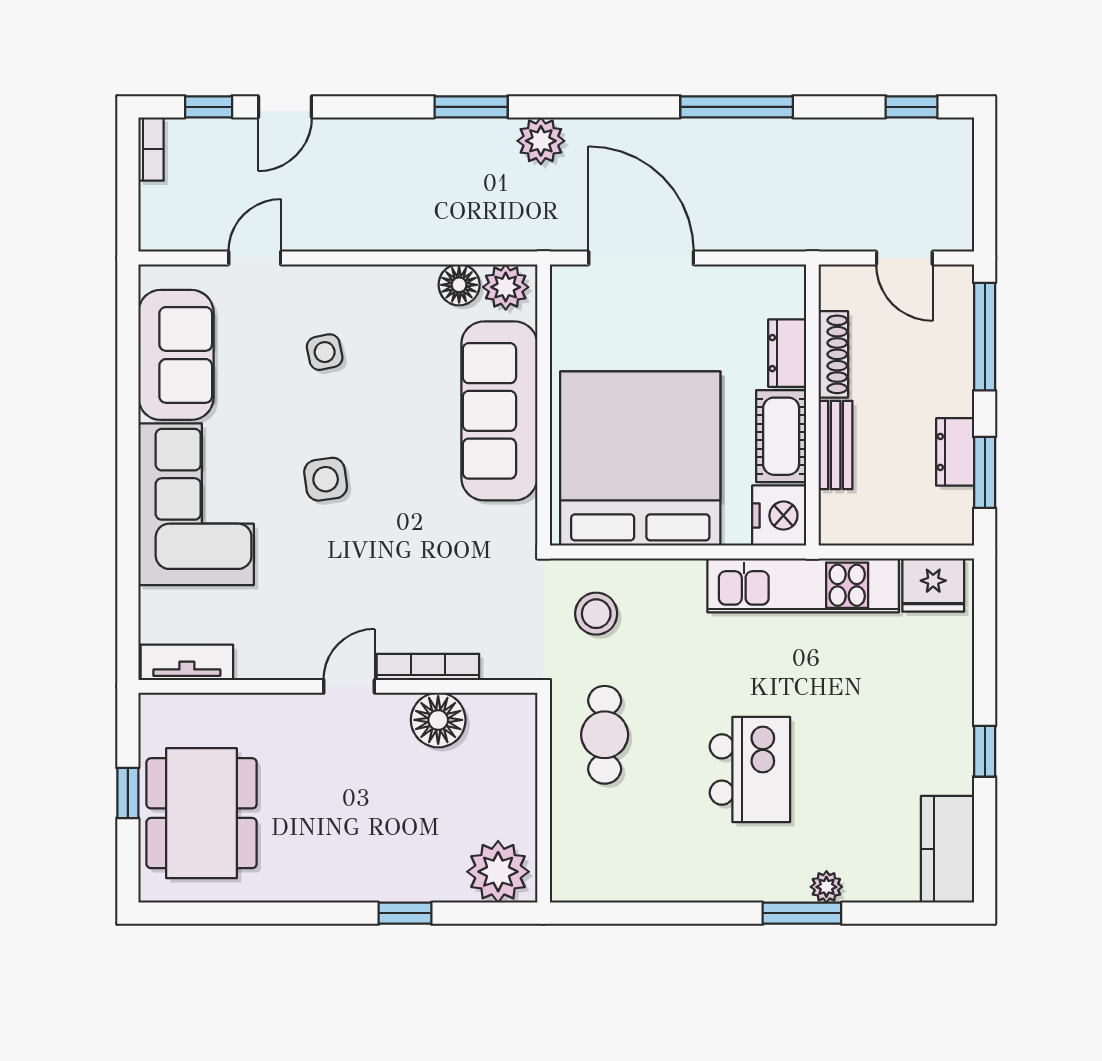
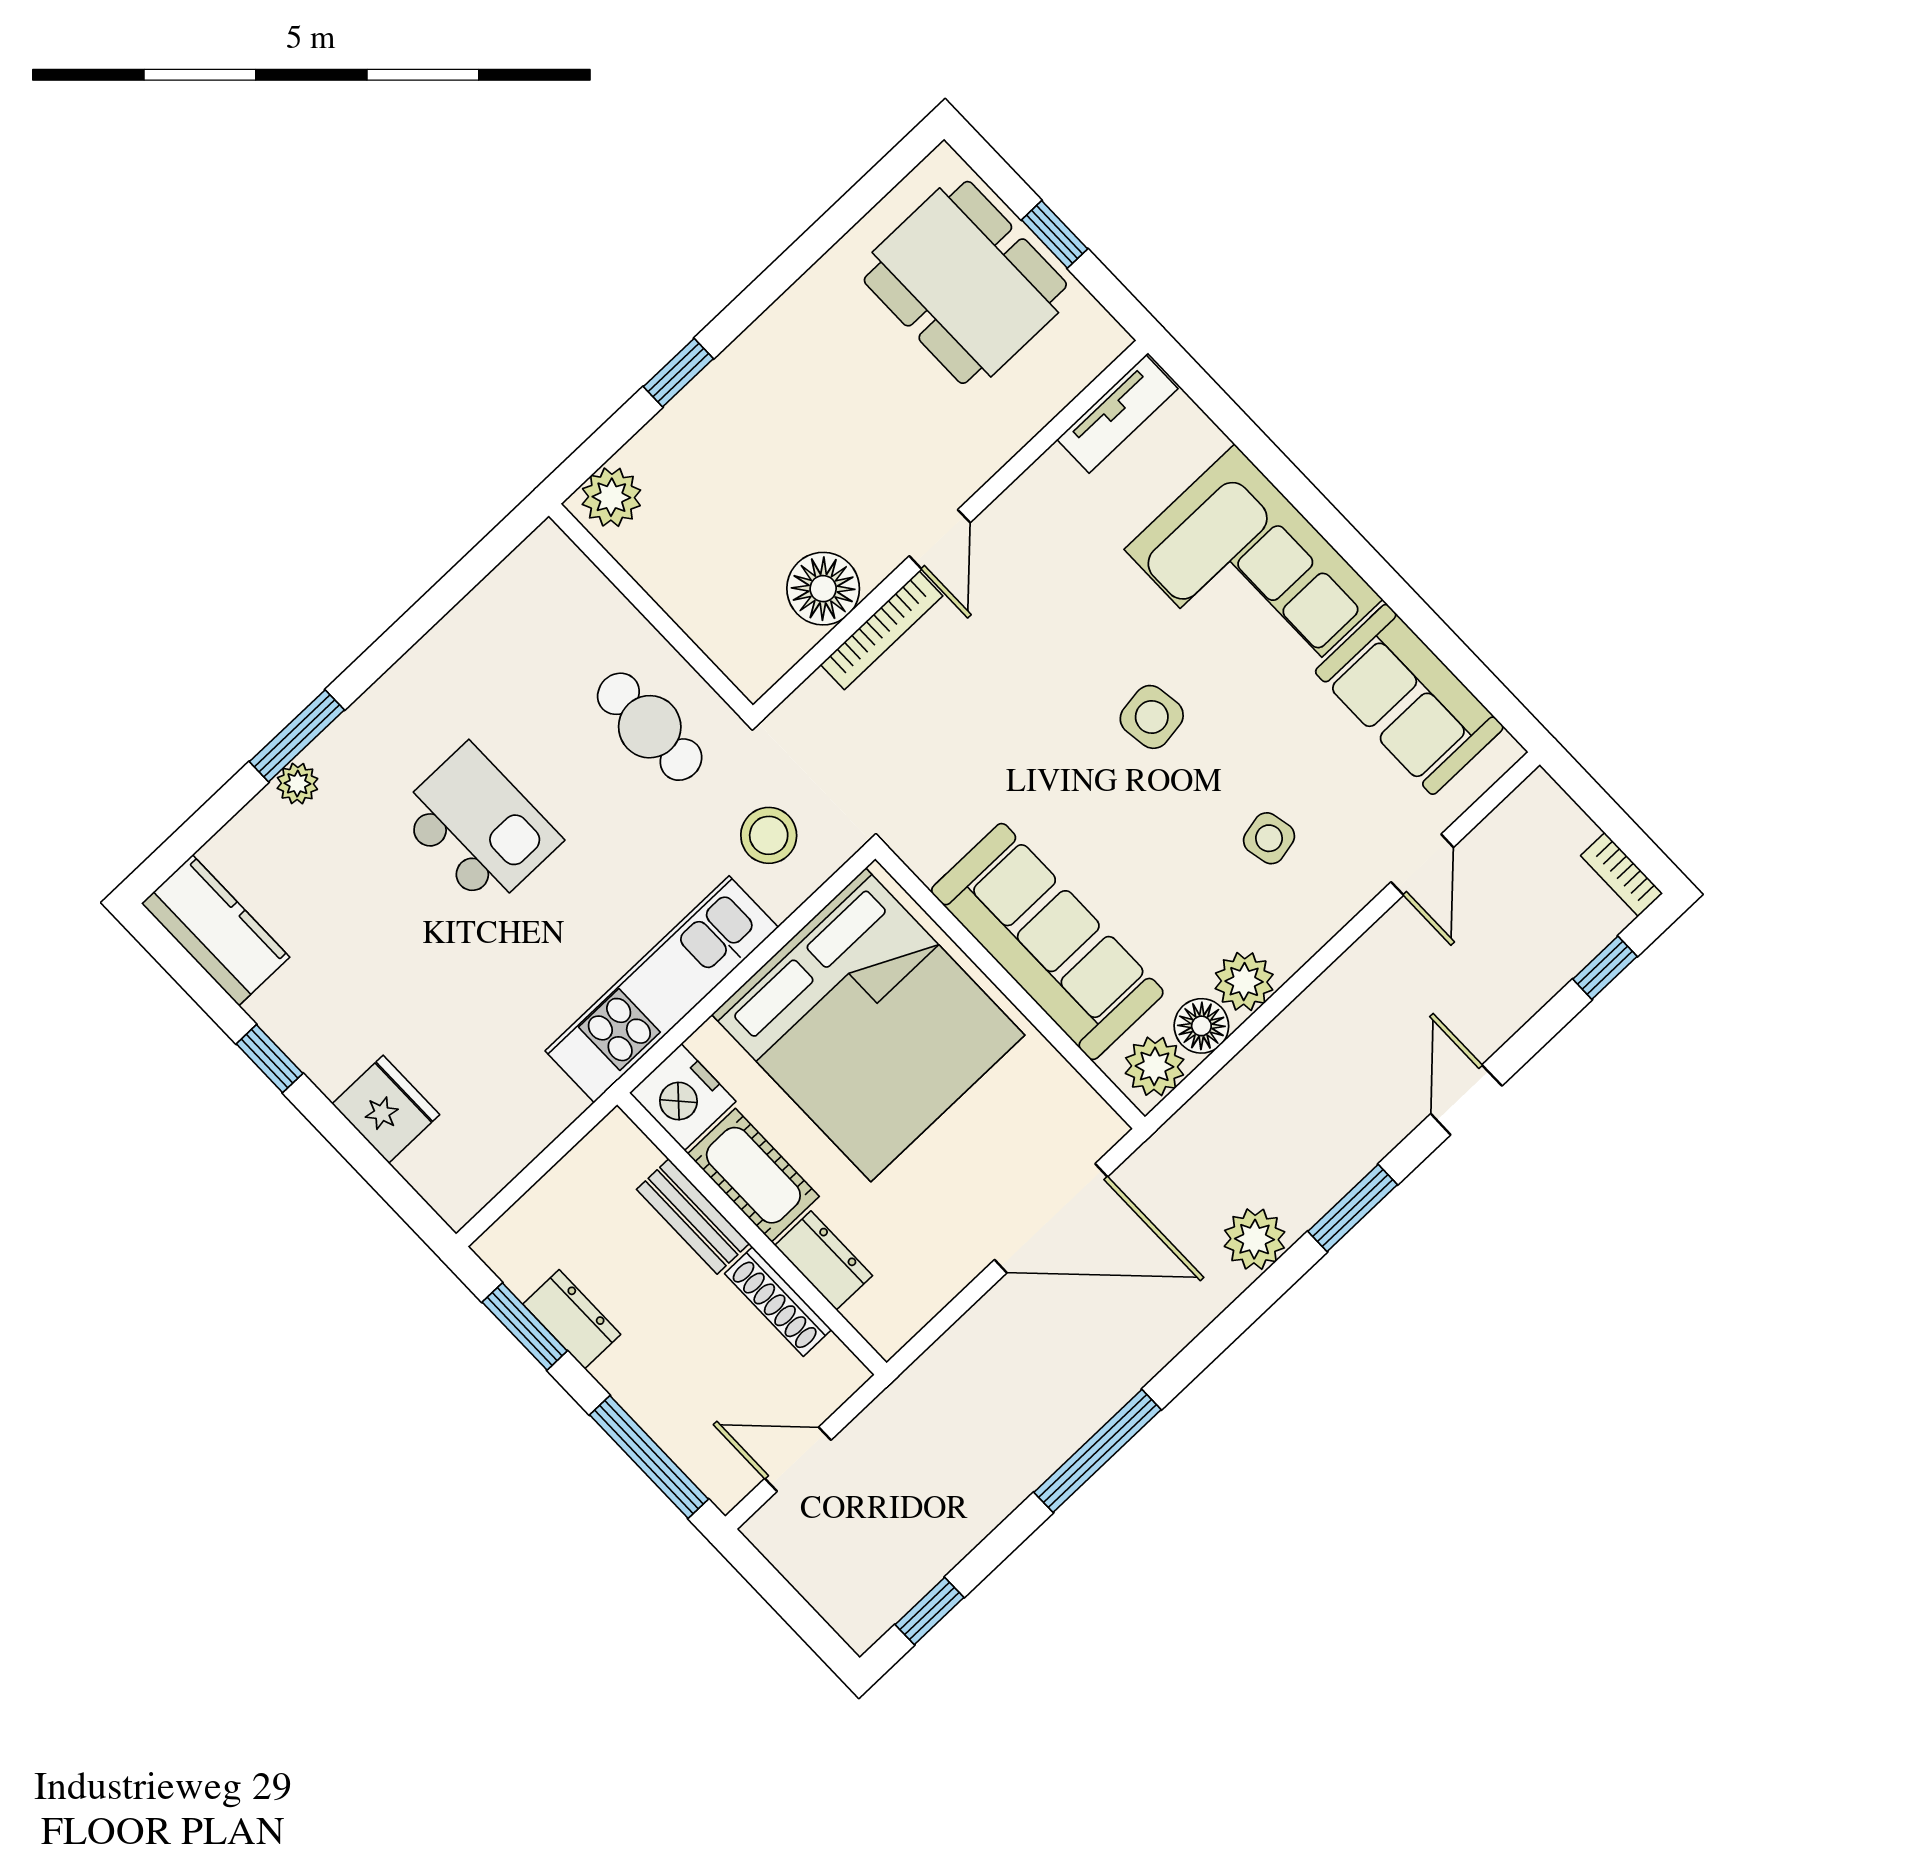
door: (285, 107) -> (1466, 1100), moved
plant: (413, 287) -> (1244, 982), added
kitchen unit: (803, 585) -> (662, 989), moved
fridge: (933, 585) -> (386, 1109), moved, turned 90
kitchen island: (750, 769) -> (478, 826), turned 180
plant: (498, 872) -> (611, 497), width x0.73, depth x0.73

